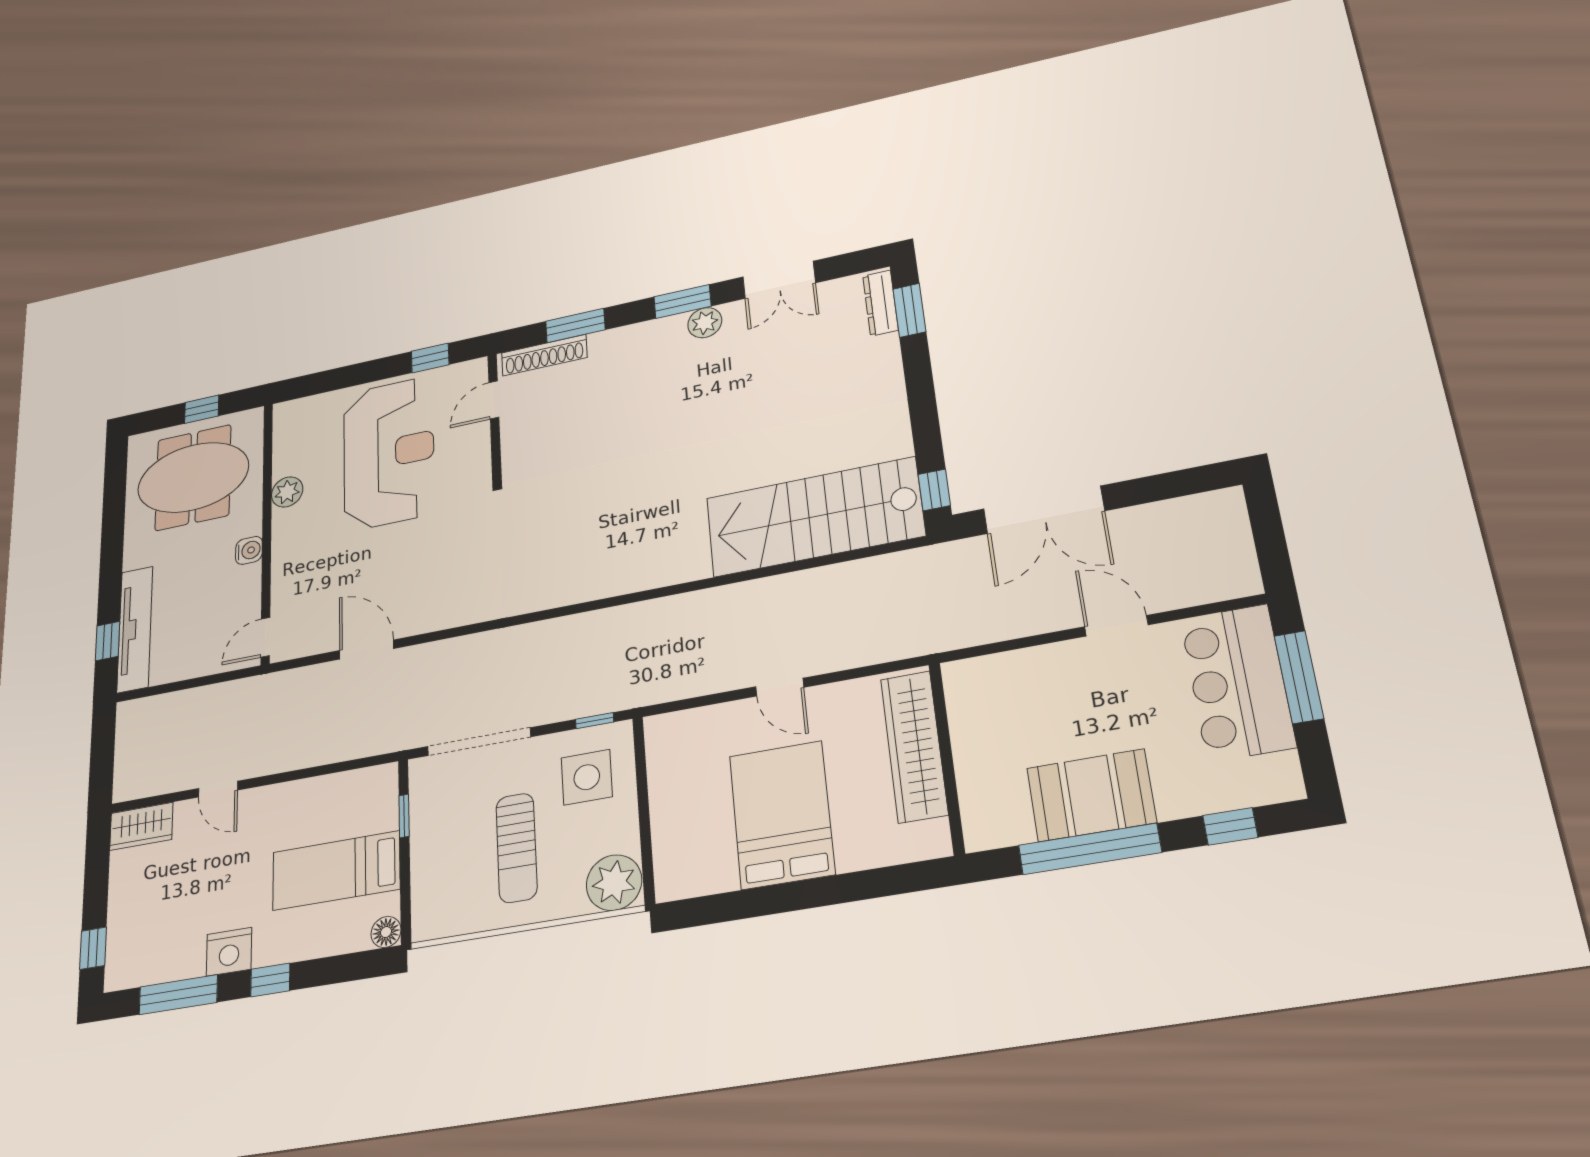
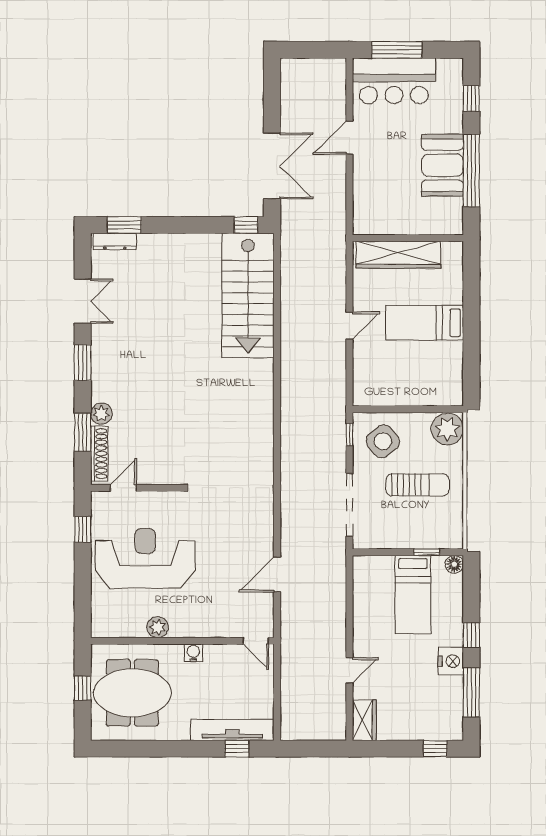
plant: (705, 323) -> (101, 414), moved
door: (494, 400) -> (123, 488), swing flipped
meeting table: (193, 477) -> (132, 693), turned 90
side table: (587, 777) -> (383, 441), turned -38
bed: (782, 815) -> (424, 323), width x0.67
window: (404, 816) -> (427, 552), moved

